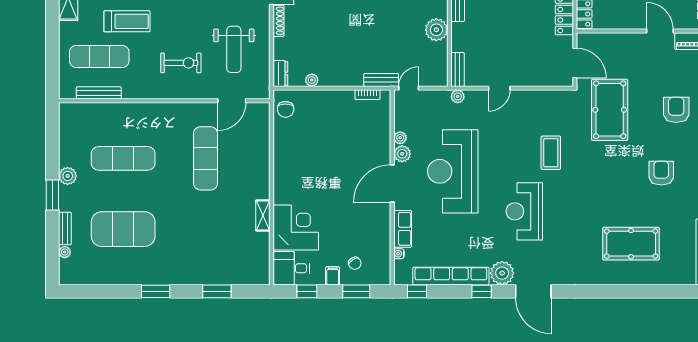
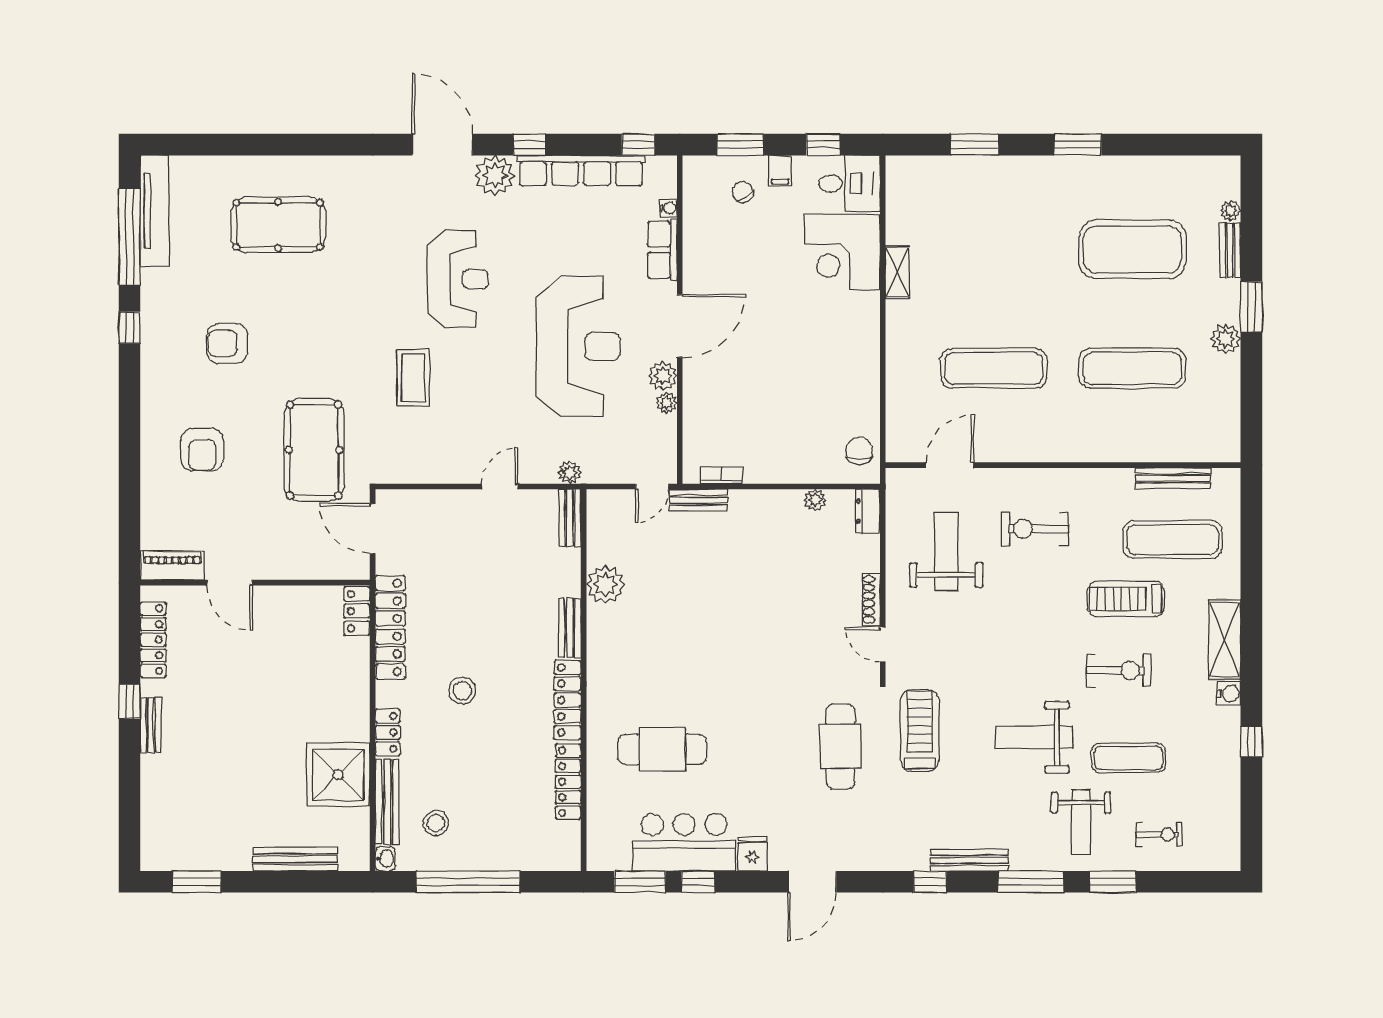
exercise mat: (206, 158) -> (994, 368), turned 90
armchair: (661, 173) -> (227, 343), turned 90

